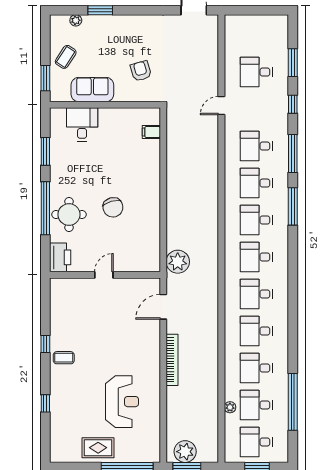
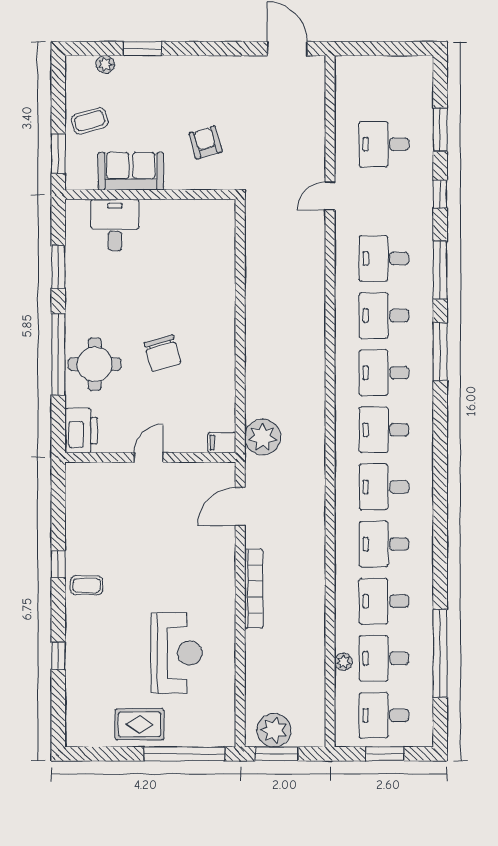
coffee table: (66, 57) -> (90, 121), turned 41
filing cabinet: (151, 132) -> (222, 443), moved

